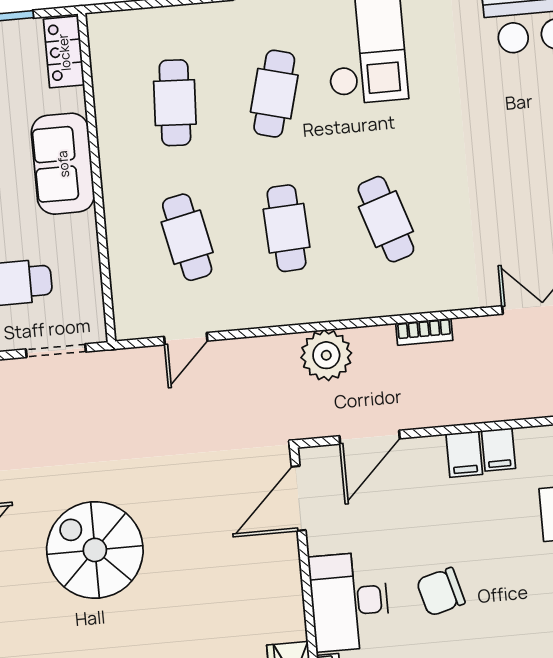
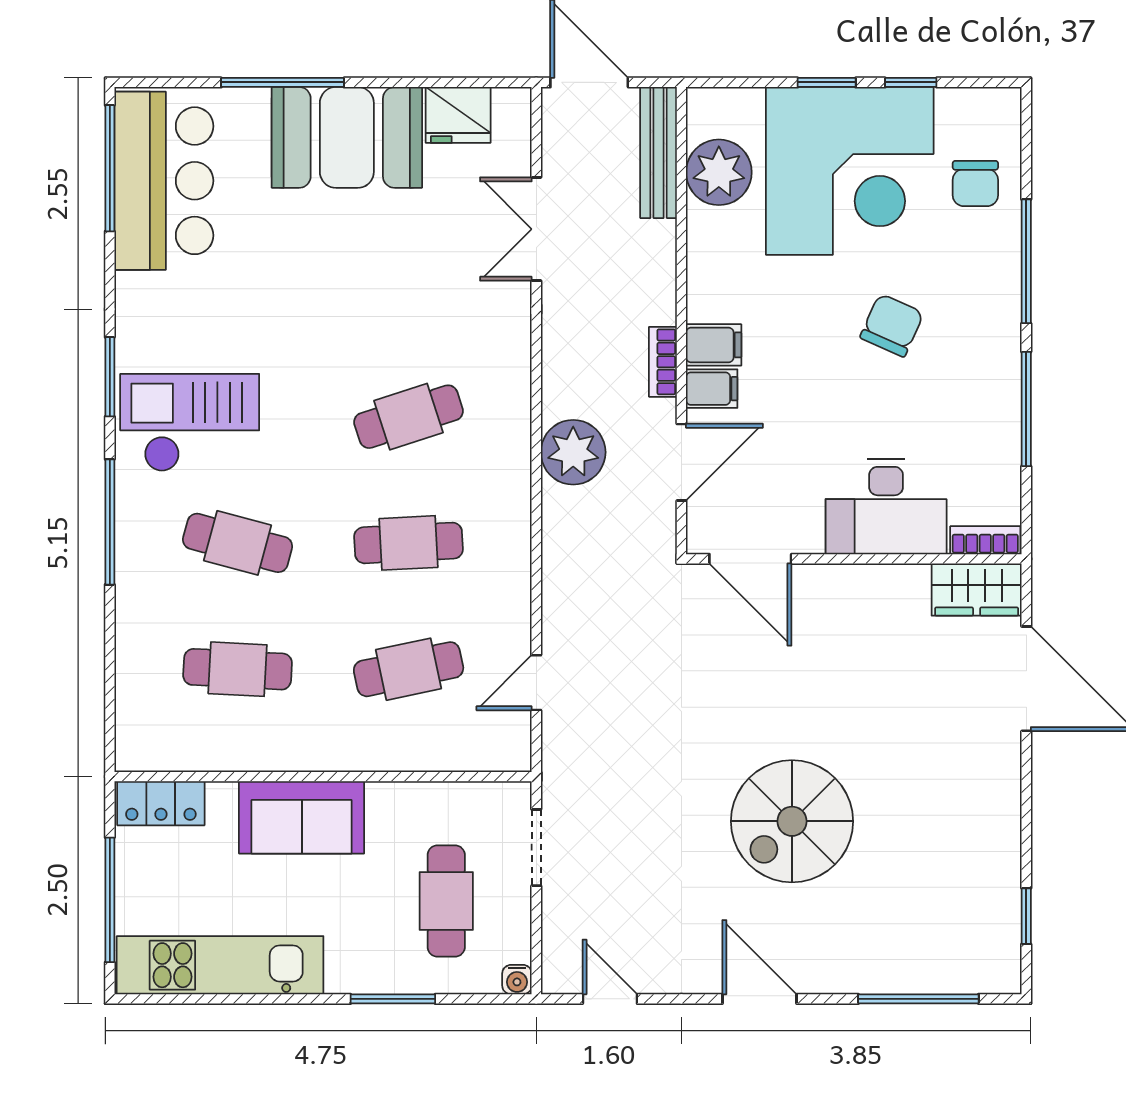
bookcase: (424, 332) -> (663, 362), moved, turned 180
door: (186, 339) -> (536, 683), swing flipped
plant: (326, 355) -> (573, 452), moved
door: (370, 437) -> (681, 462), hinge flipped
filing cabinet: (498, 450) -> (712, 389), moved
chair: (441, 592) -> (892, 325), moved, turned -141

